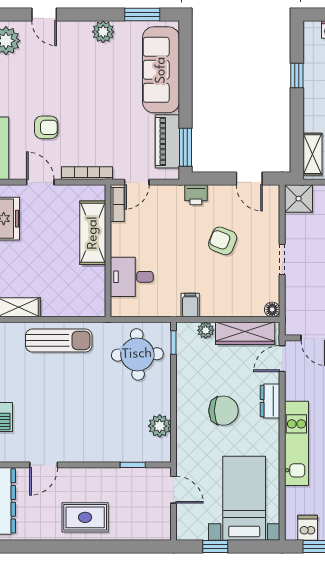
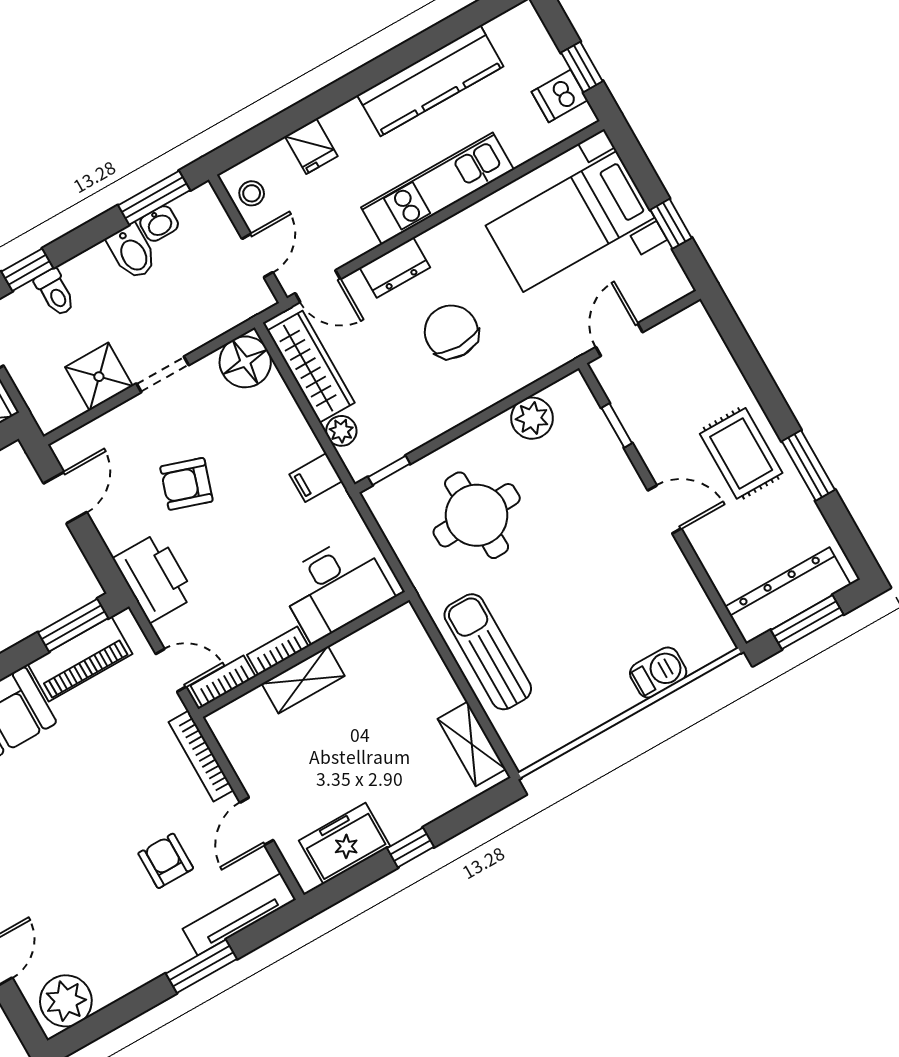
printer: (196, 195) -> (154, 578), width x1.87, depth x1.48
shower: (299, 199) -> (99, 377), moved
shelving: (93, 233) -> (303, 680), width x0.67, depth x0.75
bookcase: (117, 239) -> (278, 651), added
armchair: (223, 241) -> (186, 484), turned 87
desk: (132, 277) -> (335, 588), width x1.37
floor lamp: (272, 309) -> (245, 362), width x1.89, depth x1.89
round table: (137, 354) -> (477, 515), moved
door: (44, 465) -> (665, 509), moved
window: (61, 546) -> (808, 466), added

